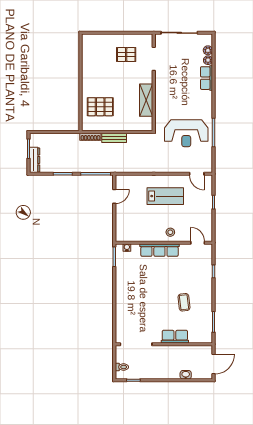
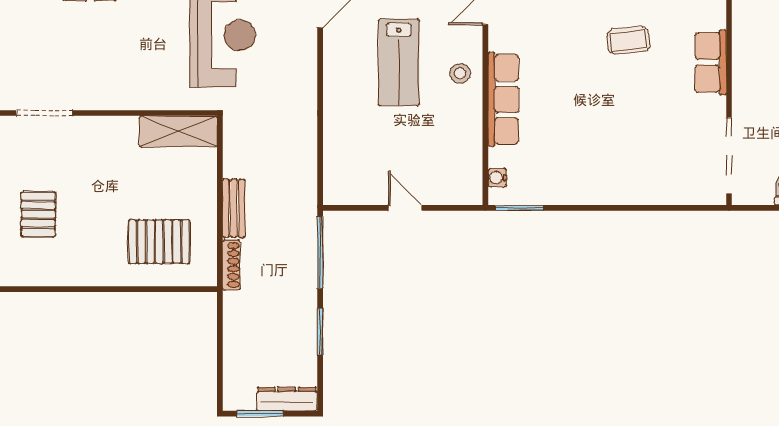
pallet: (126, 55) -> (38, 214), moved
shelving: (146, 100) -> (178, 131), moved
pallet: (100, 107) -> (159, 242), turned 90
door: (114, 196) -> (405, 208), moved
lab bench: (165, 196) -> (399, 62), moved, turned 180

